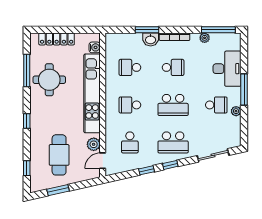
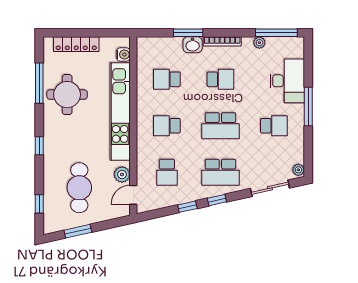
plant: (236, 111) -> (298, 170), moved

